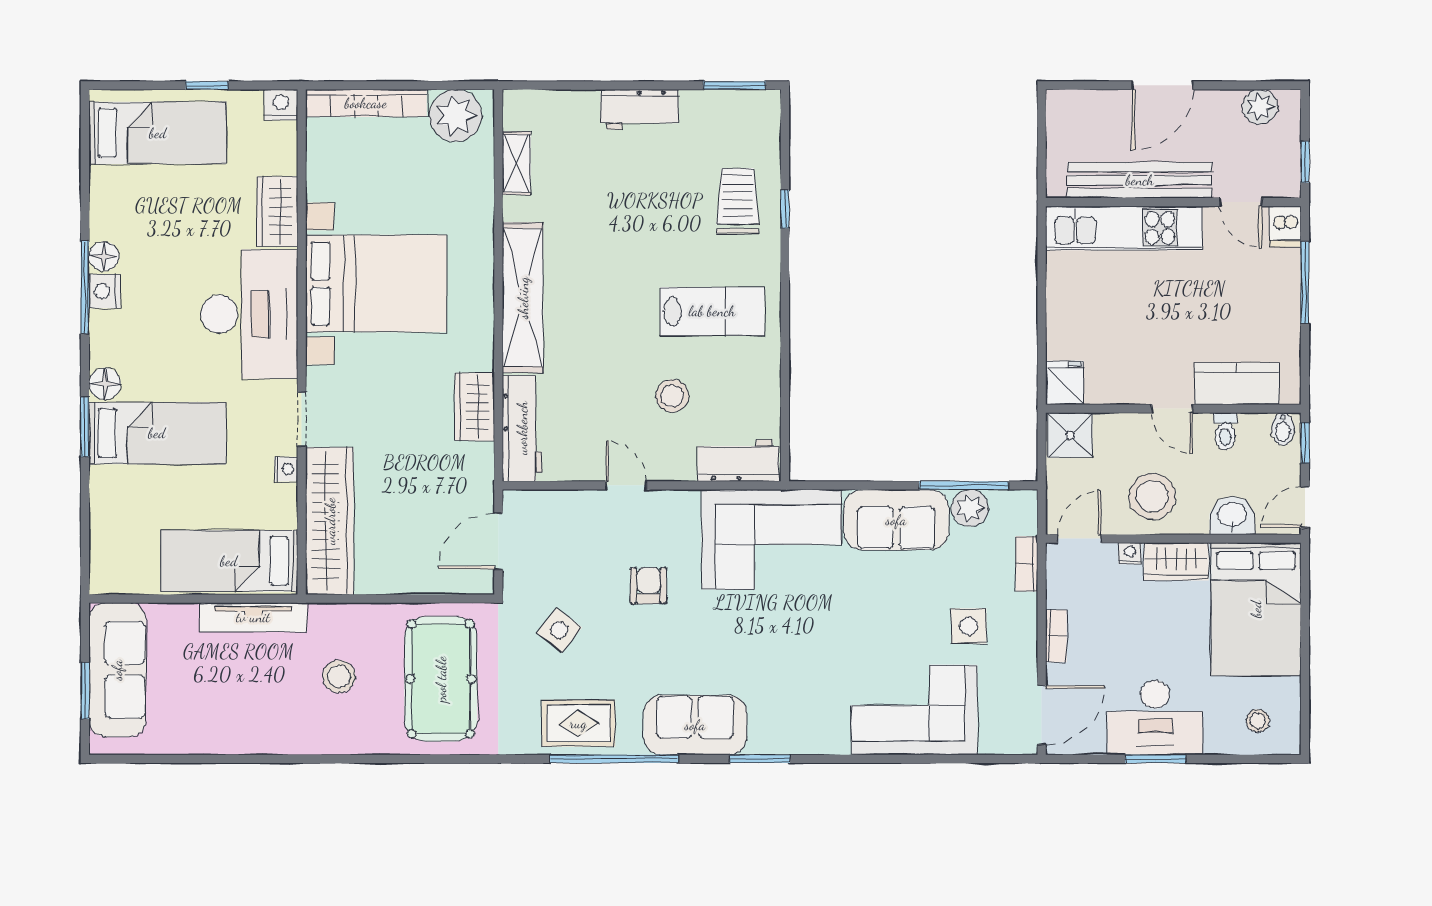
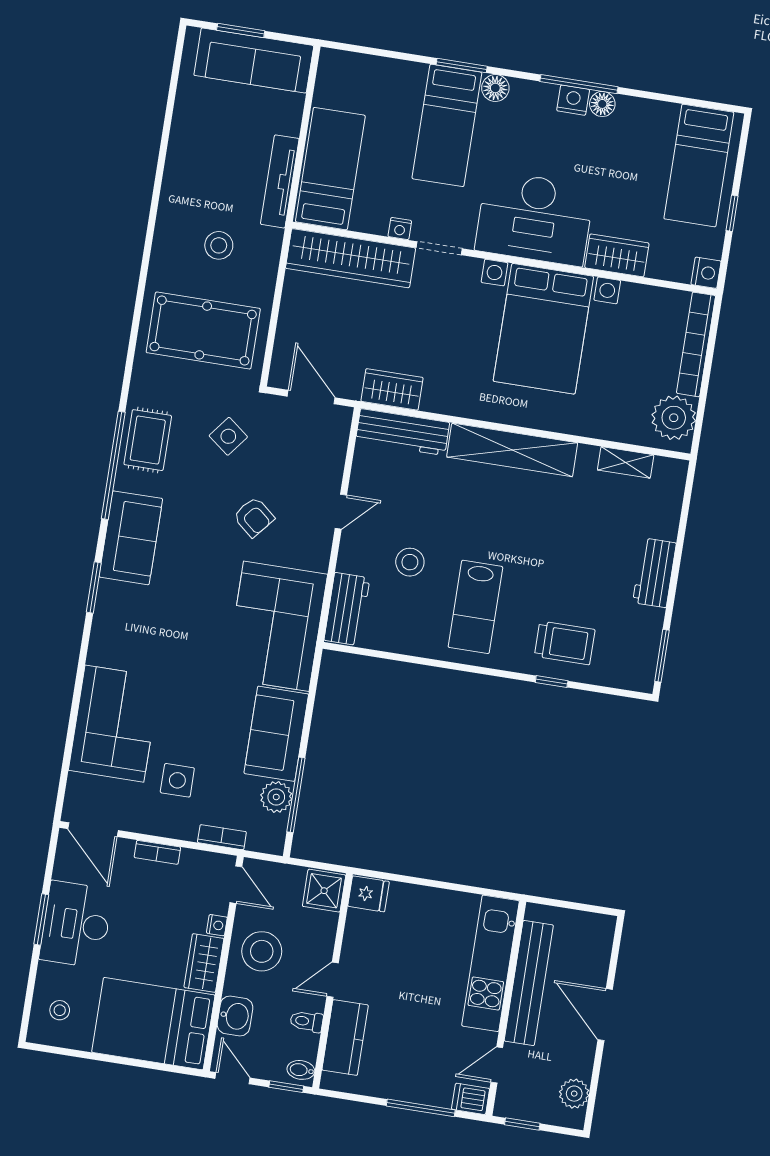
wardrobe: (475, 407) -> (392, 389), moved
armchair: (648, 586) -> (254, 517), turned 40

